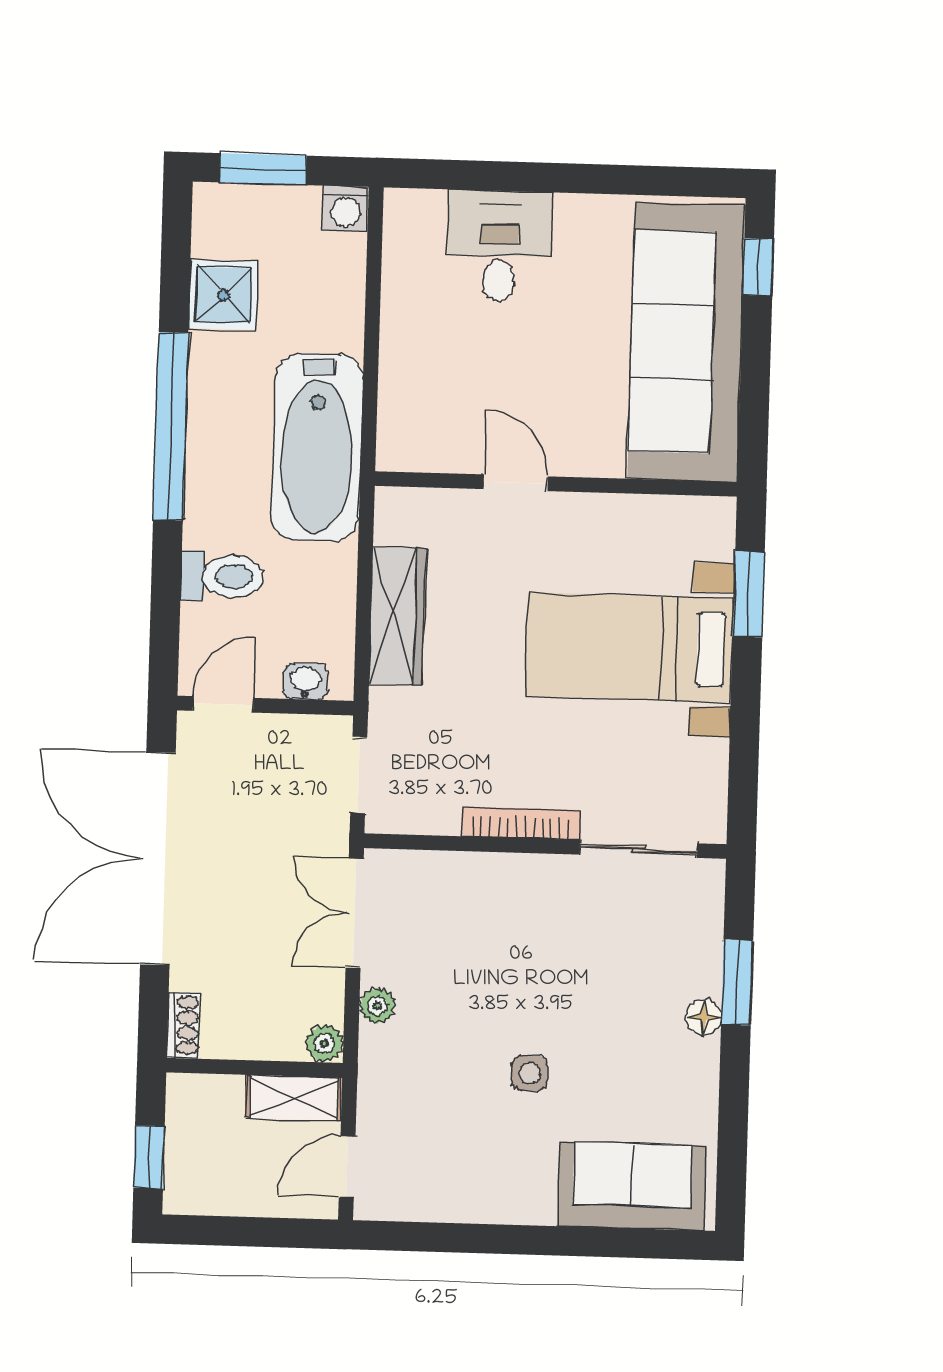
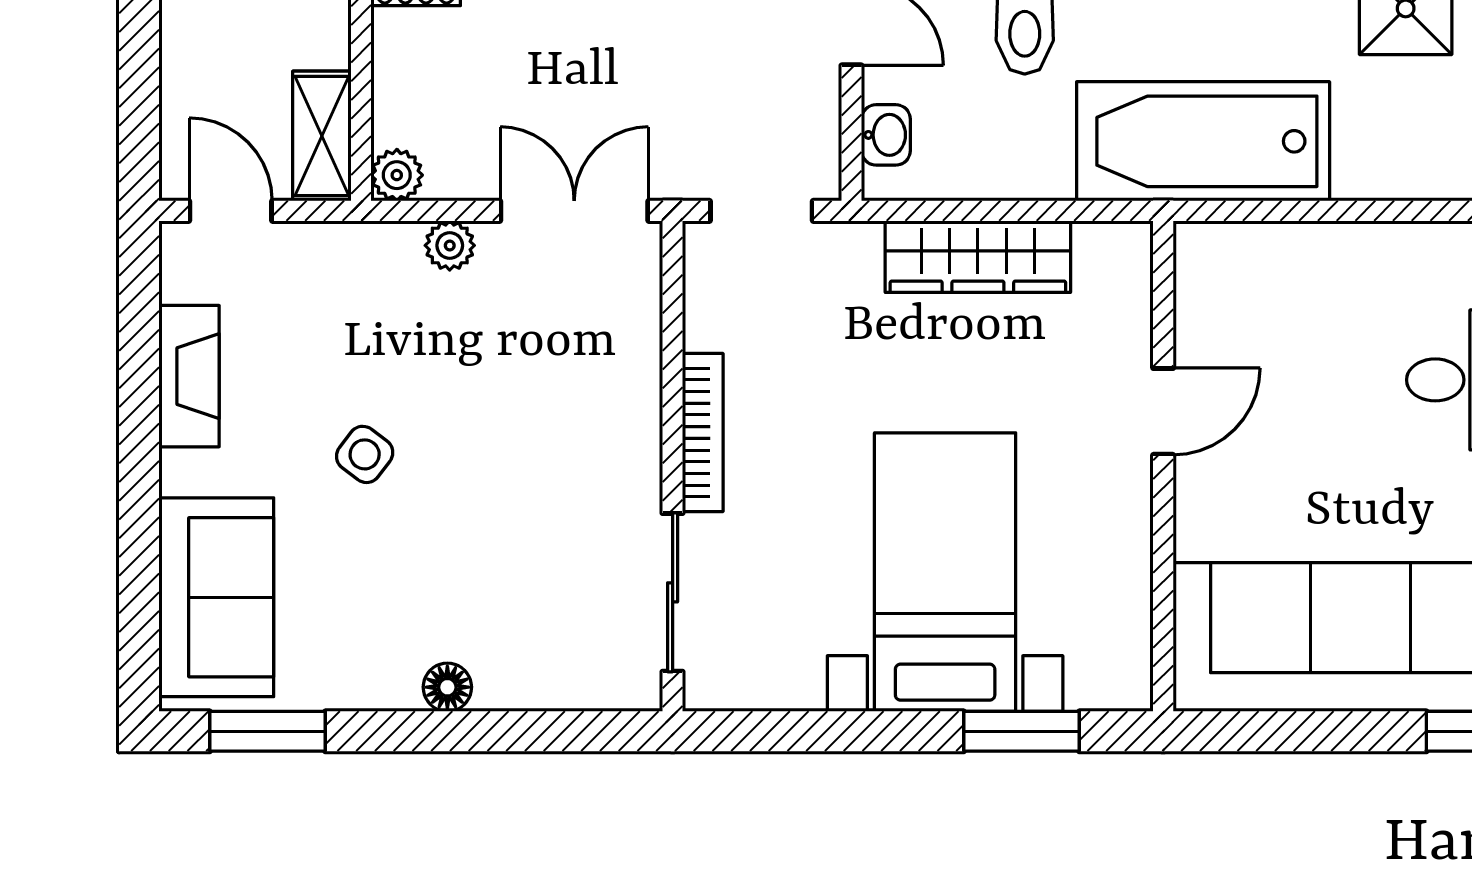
window: (737, 982) -> (267, 731), moved
side table: (530, 1073) -> (365, 454), turned 37
fireplace: (468, 1201) -> (189, 376), added

